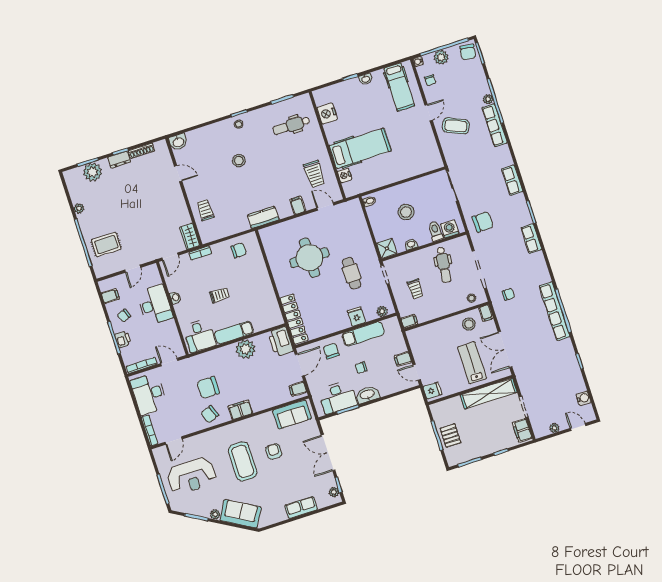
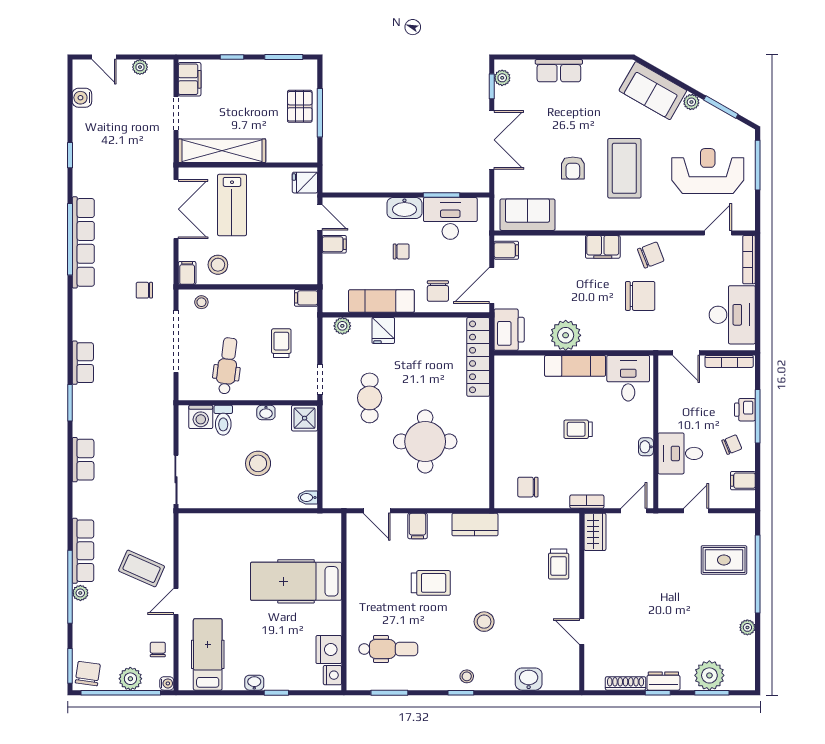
washbasin: (178, 142) -> (529, 679), moved
trolley: (314, 174) -> (431, 583), moved, turned 90
nightstand: (345, 175) -> (332, 675), moved
chair: (483, 222) -> (148, 411), removed
desk: (155, 305) -> (680, 453), width x0.73

